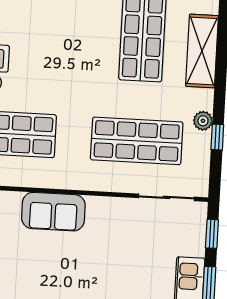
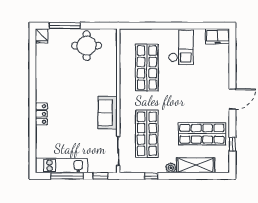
plant: (203, 121) -> (171, 168), moved
sofa: (53, 212) -> (108, 113), moved

